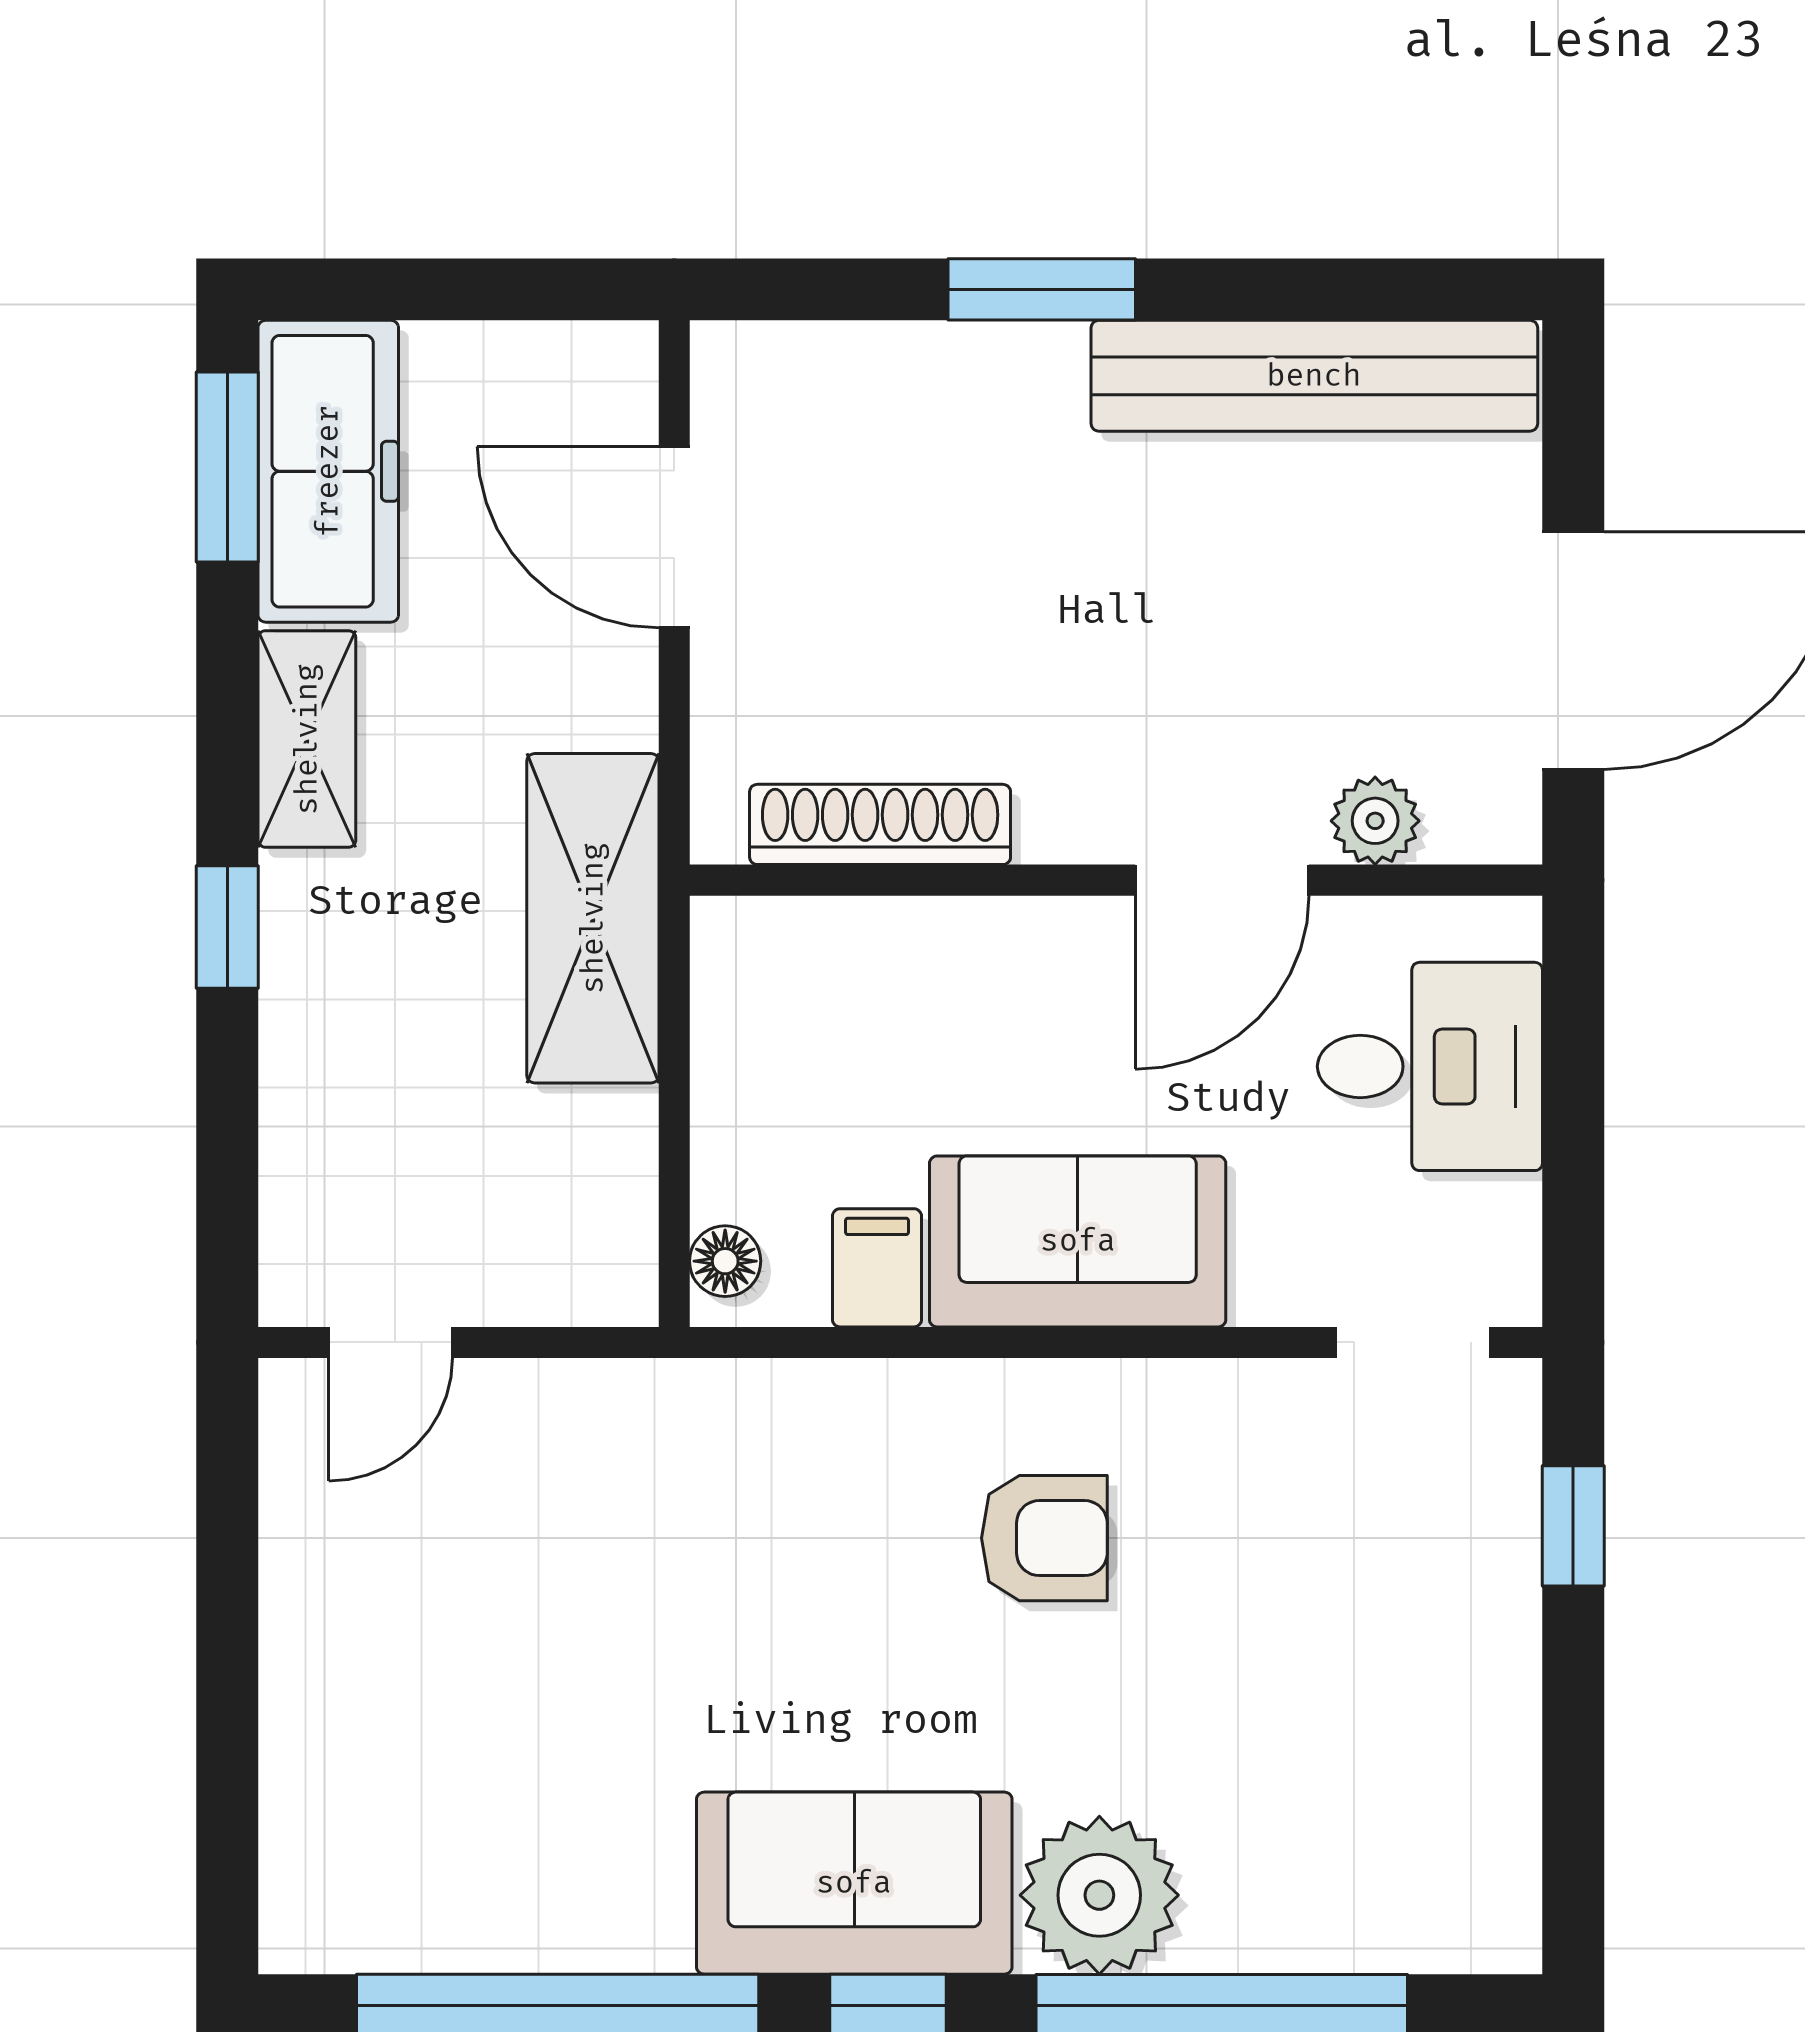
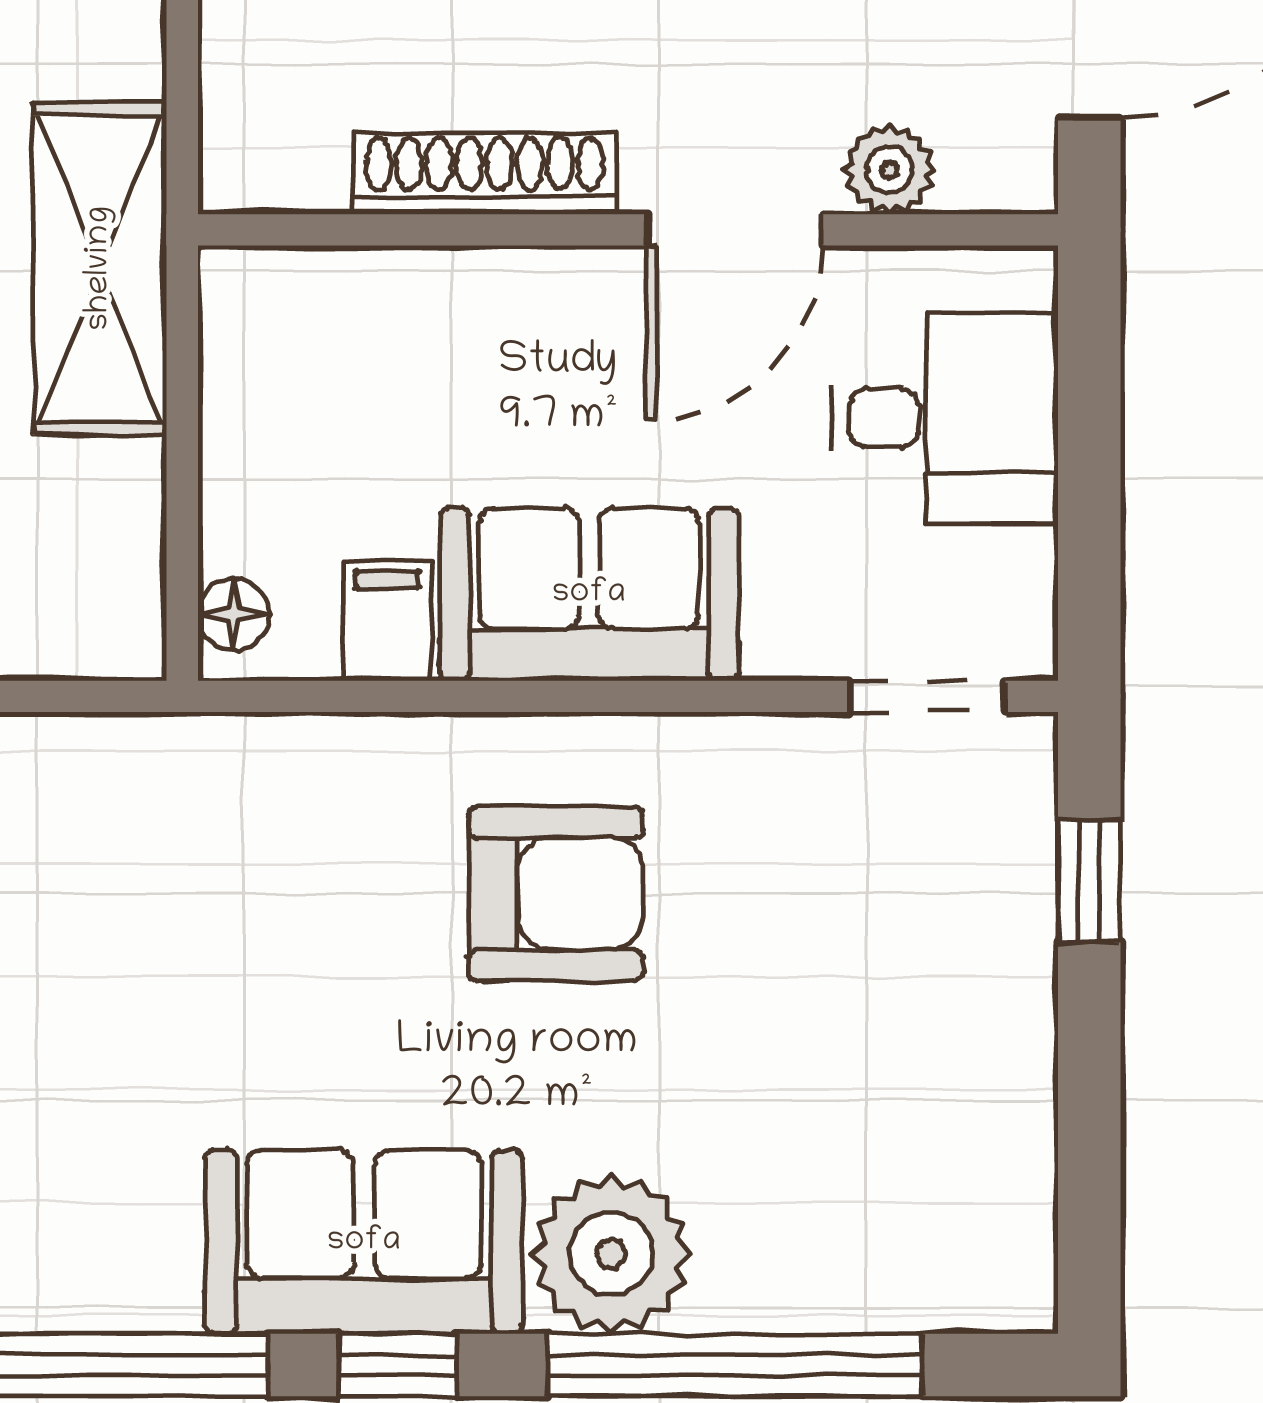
shoe rack: (880, 824) -> (485, 174), moved
armchair: (1044, 1538) -> (556, 894), width x1.38, depth x1.38

